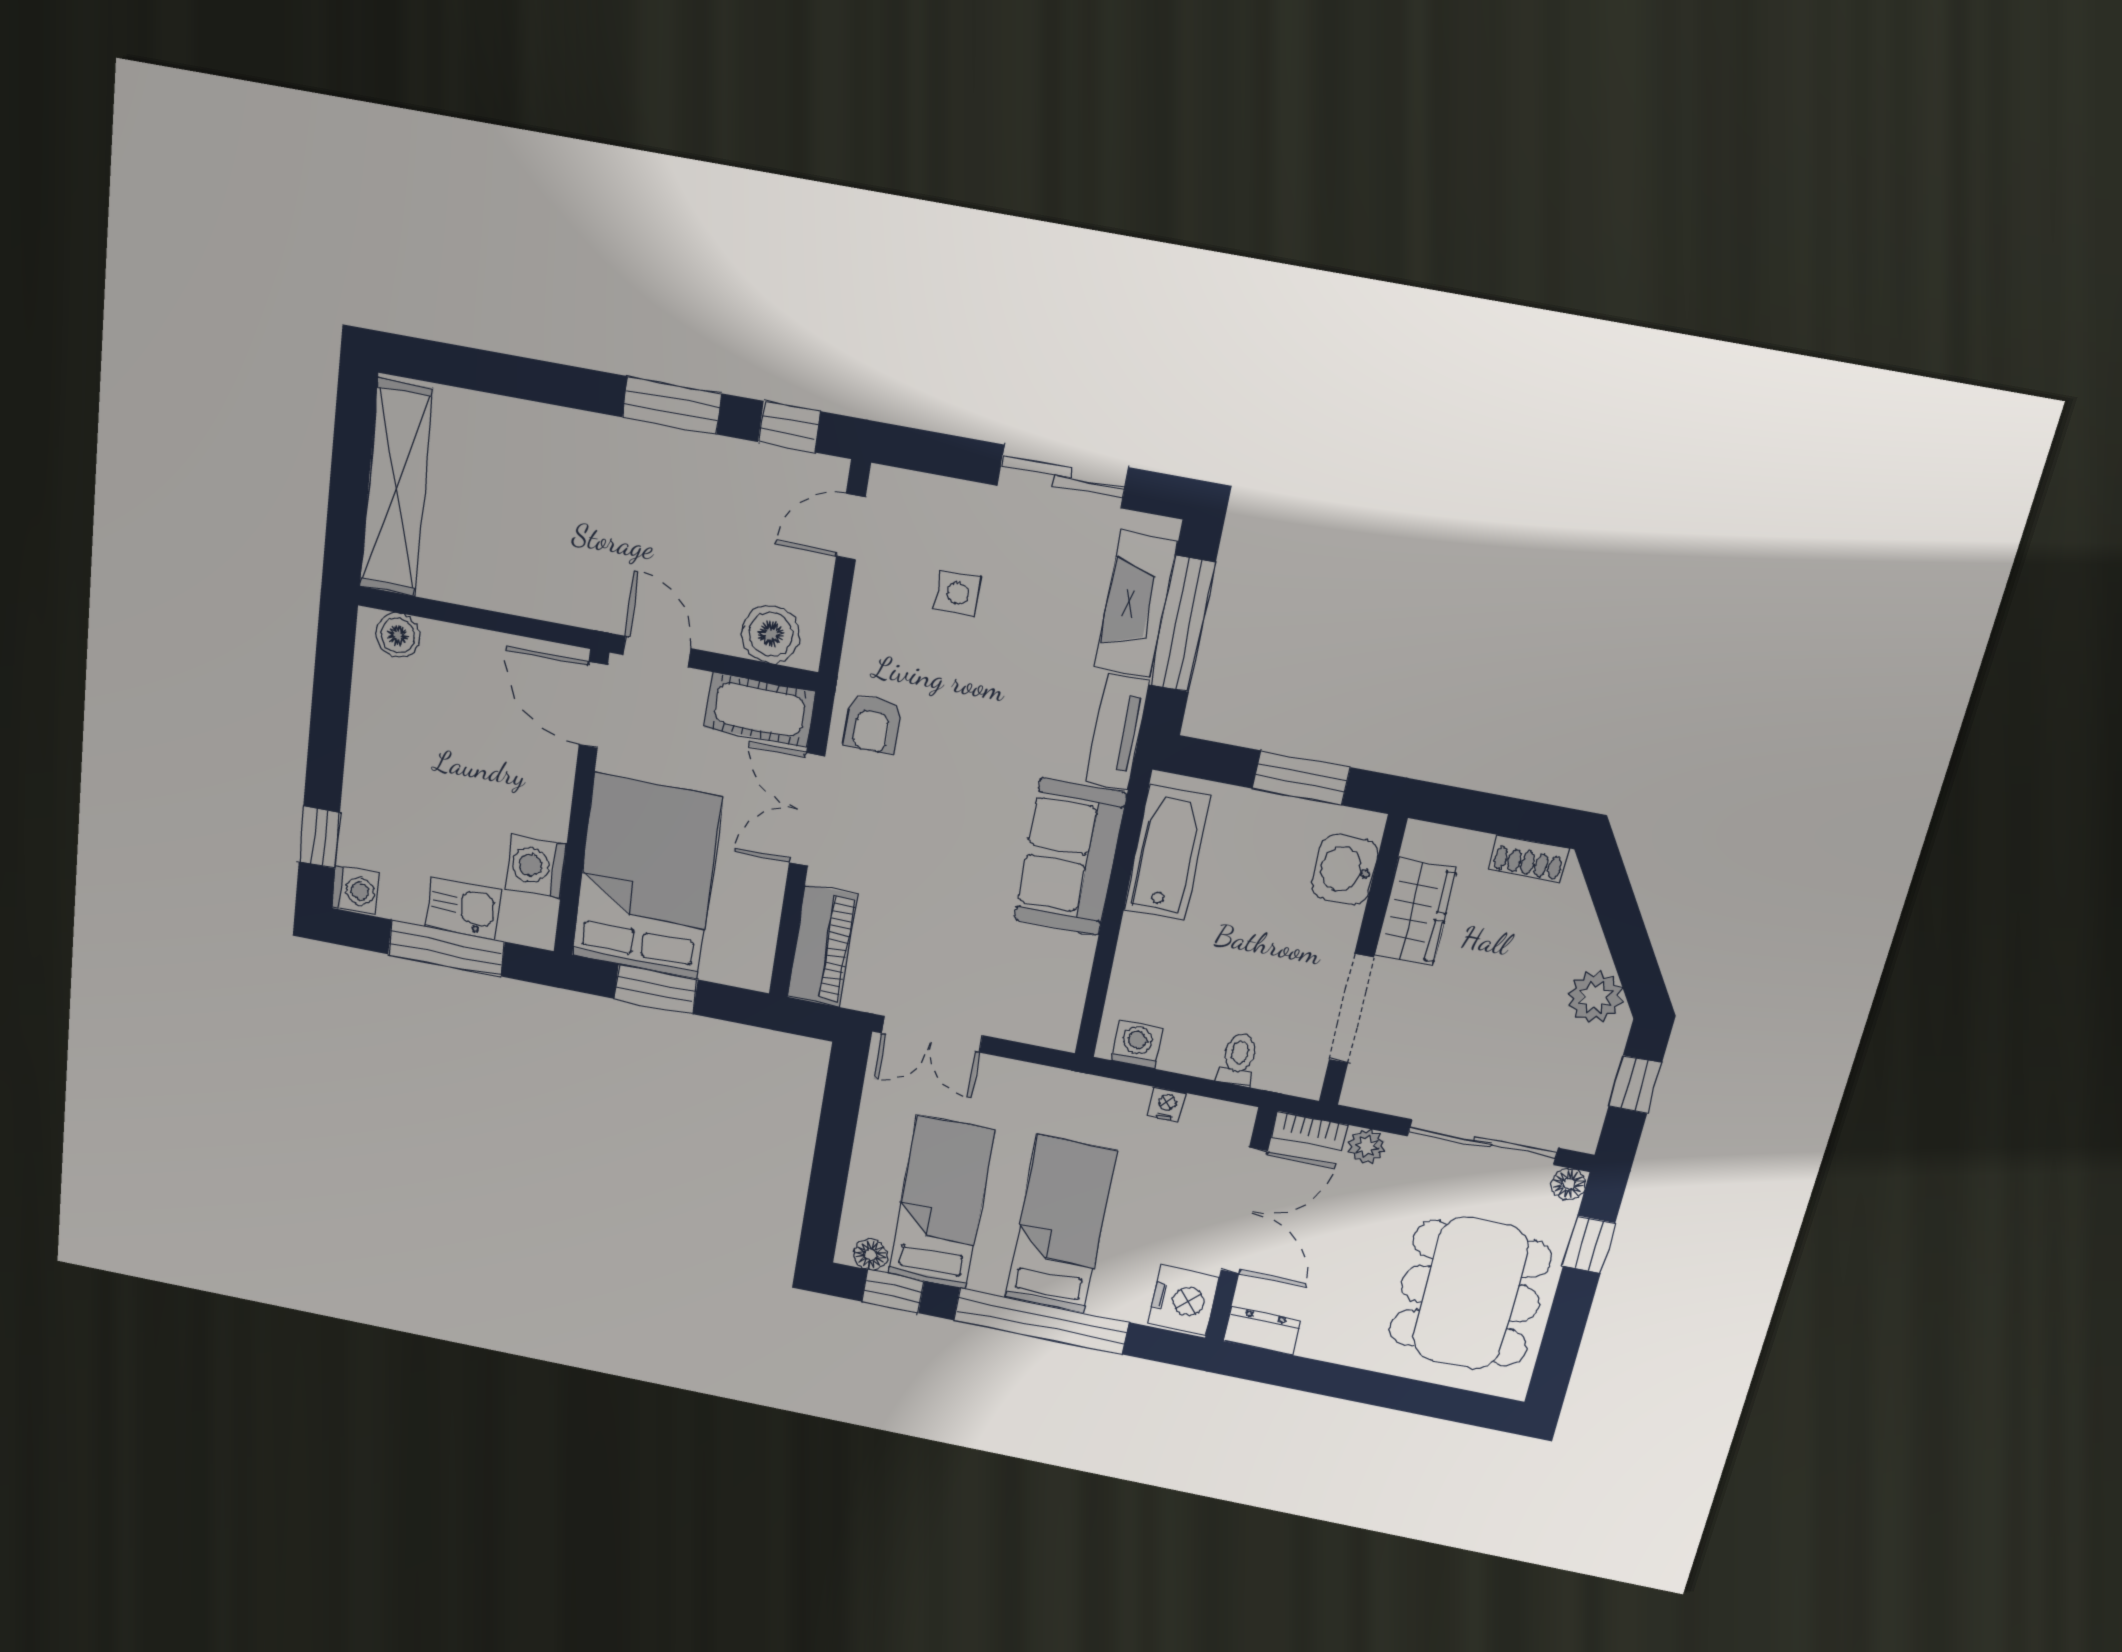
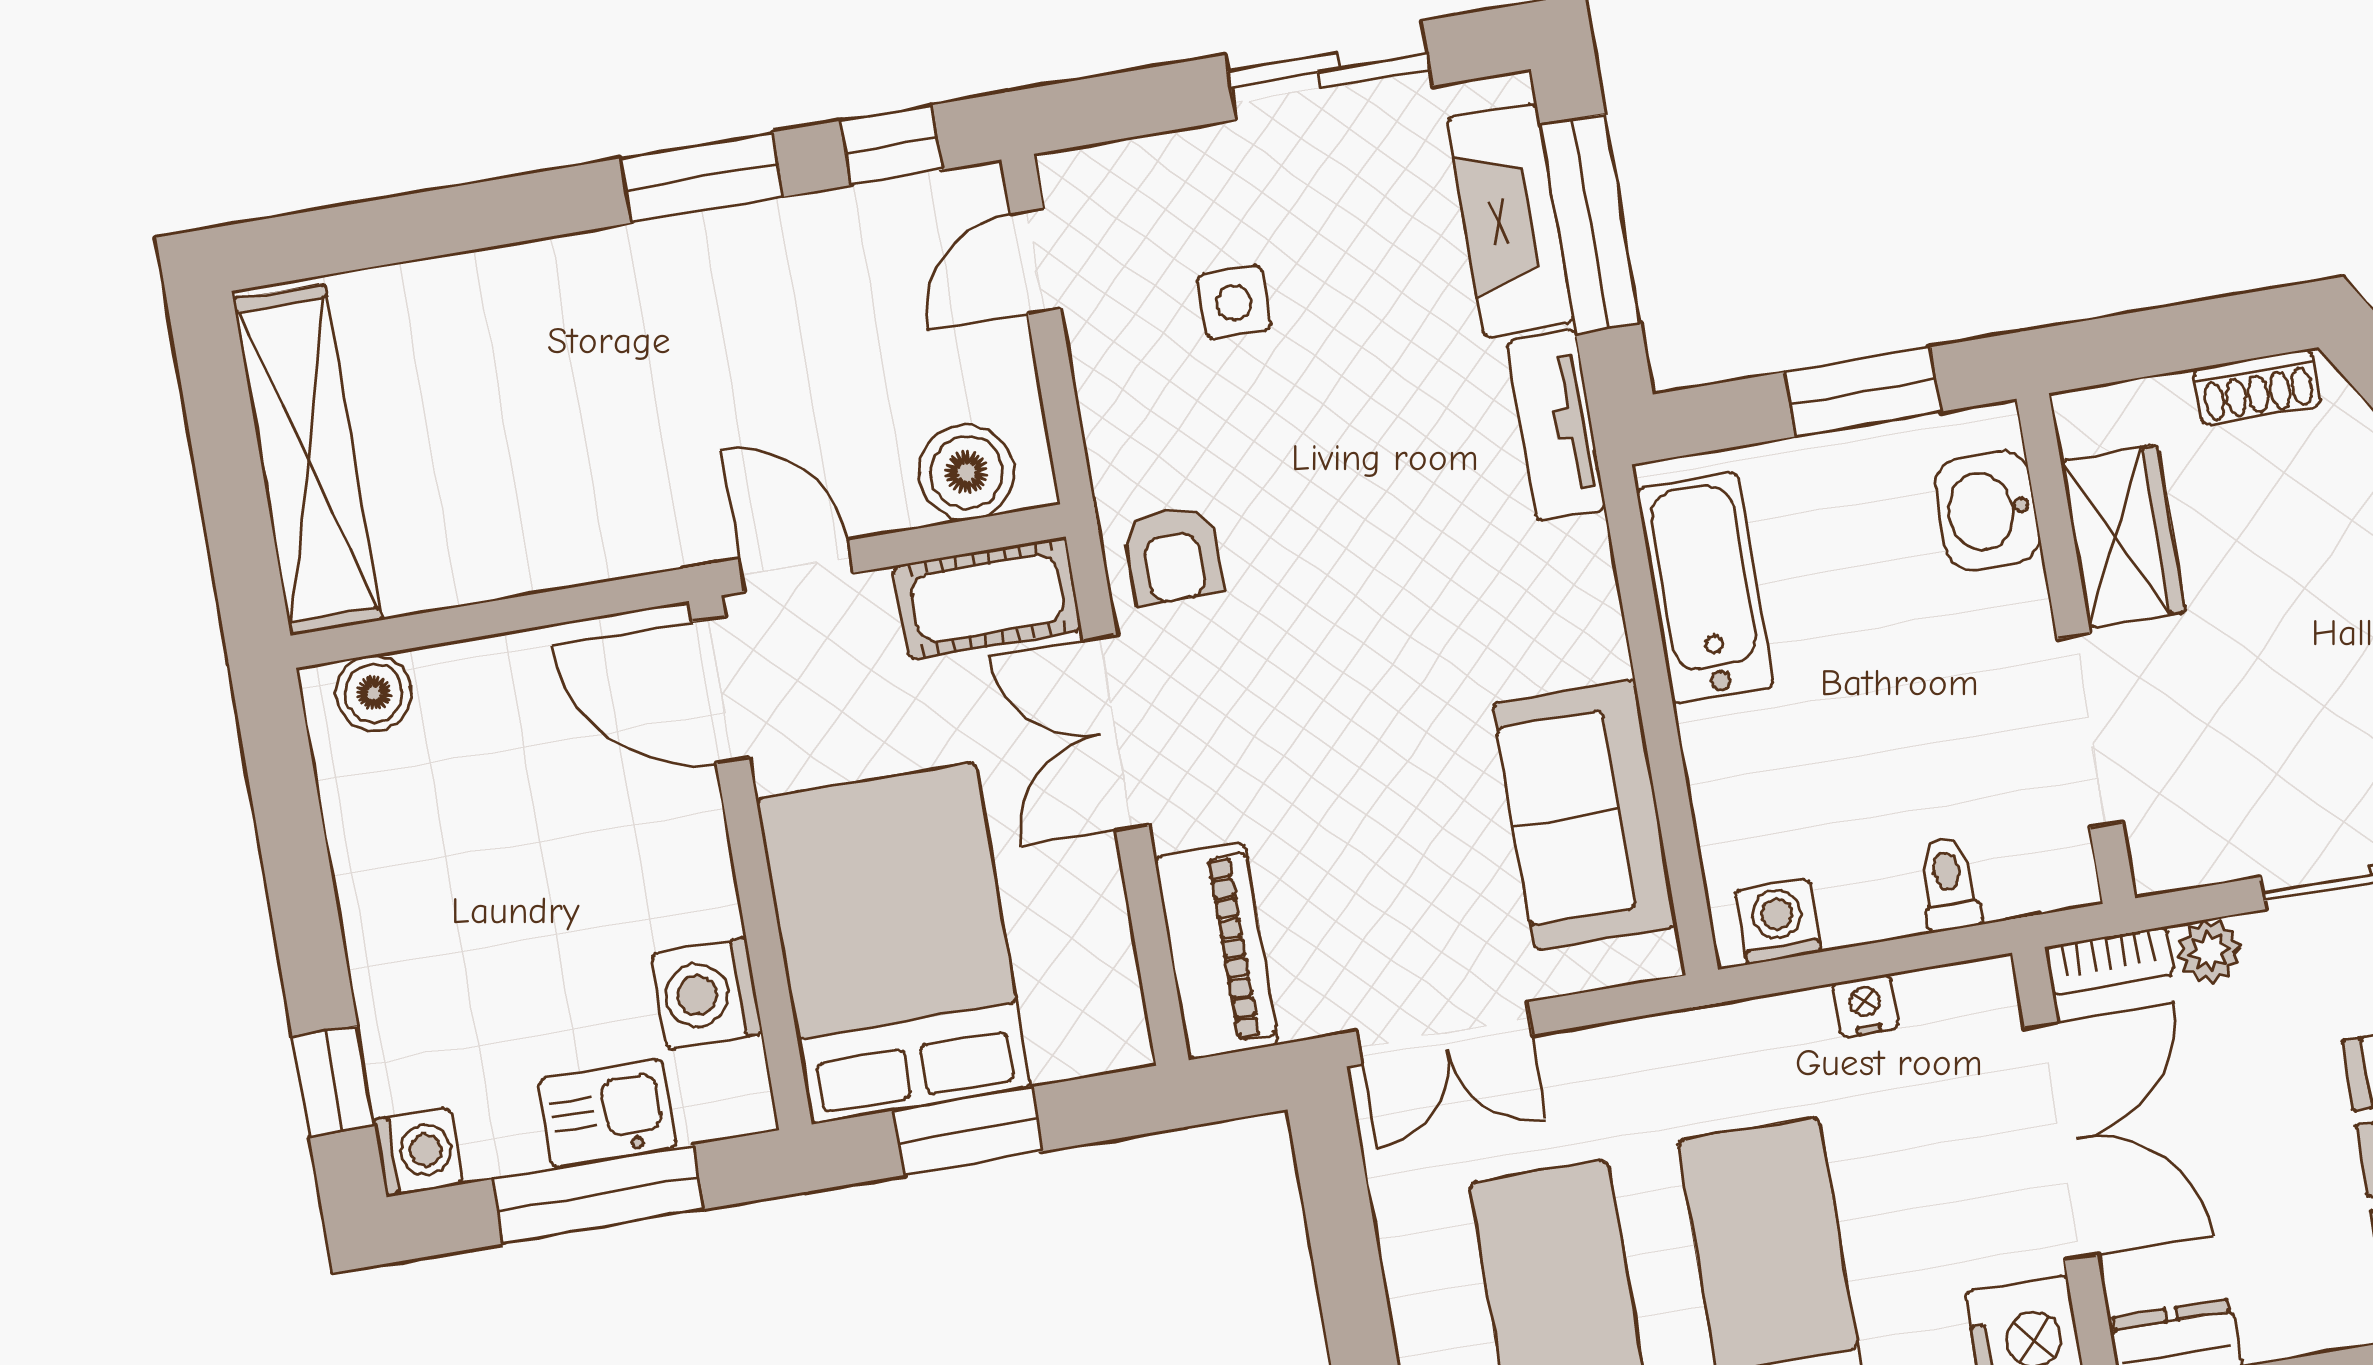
sofa: (1070, 857) -> (1585, 815), moved

